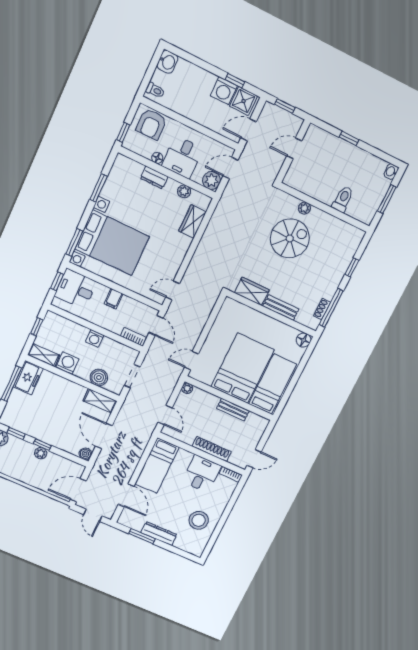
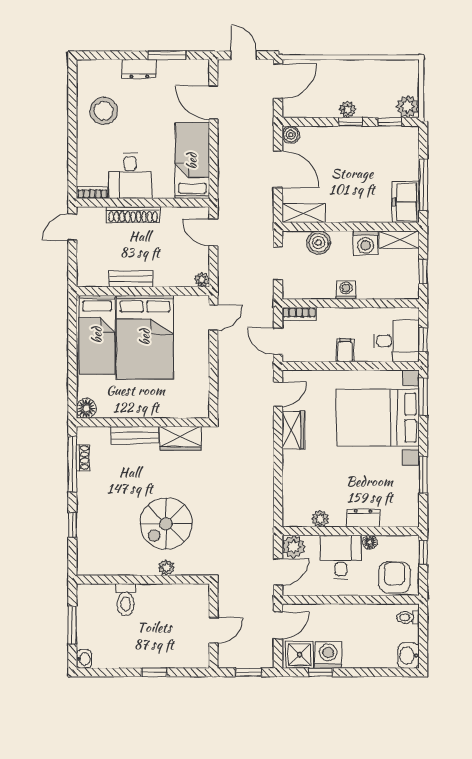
wardrobe: (193, 221) -> (293, 430), moved
dresser: (159, 534) -> (139, 69), width x0.70

